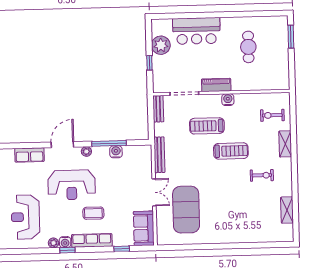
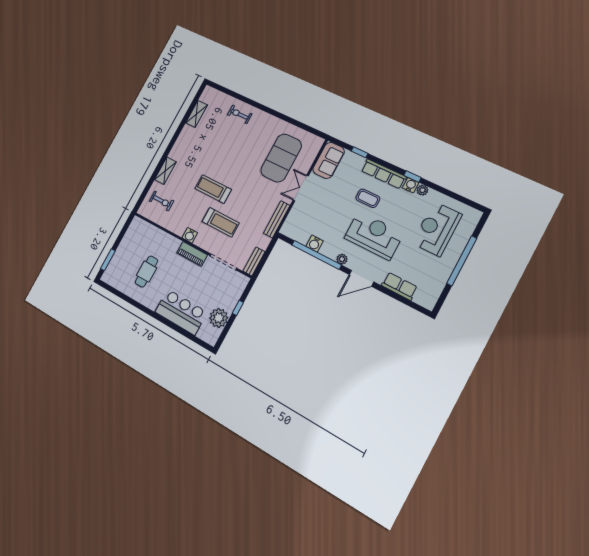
window: (109, 143) -> (316, 255), width x1.46
exercise bike: (262, 175) -> (240, 114), moved
reception desk: (25, 217) -> (437, 229), turned 180

